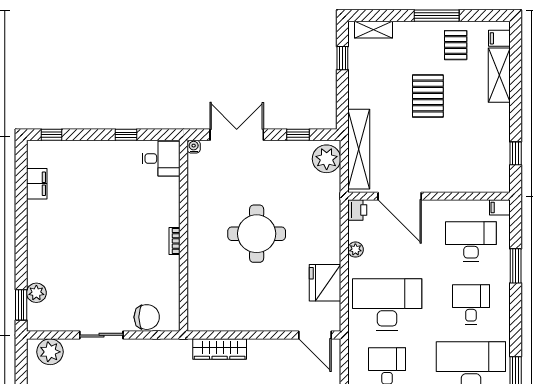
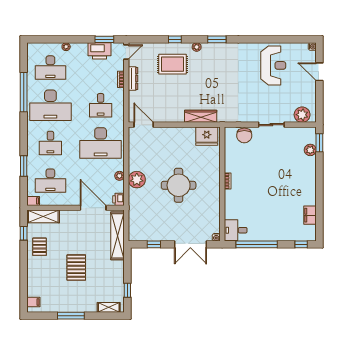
pallet: (456, 45) -> (40, 247), moved
shelving: (499, 75) -> (43, 216), moved, turned 90
window: (126, 135) -> (257, 244), width x3.17
plant: (327, 159) -> (137, 180), moved
fridge: (325, 283) -> (207, 136), moved, turned 90
chair: (147, 317) -> (244, 135), turned -90

